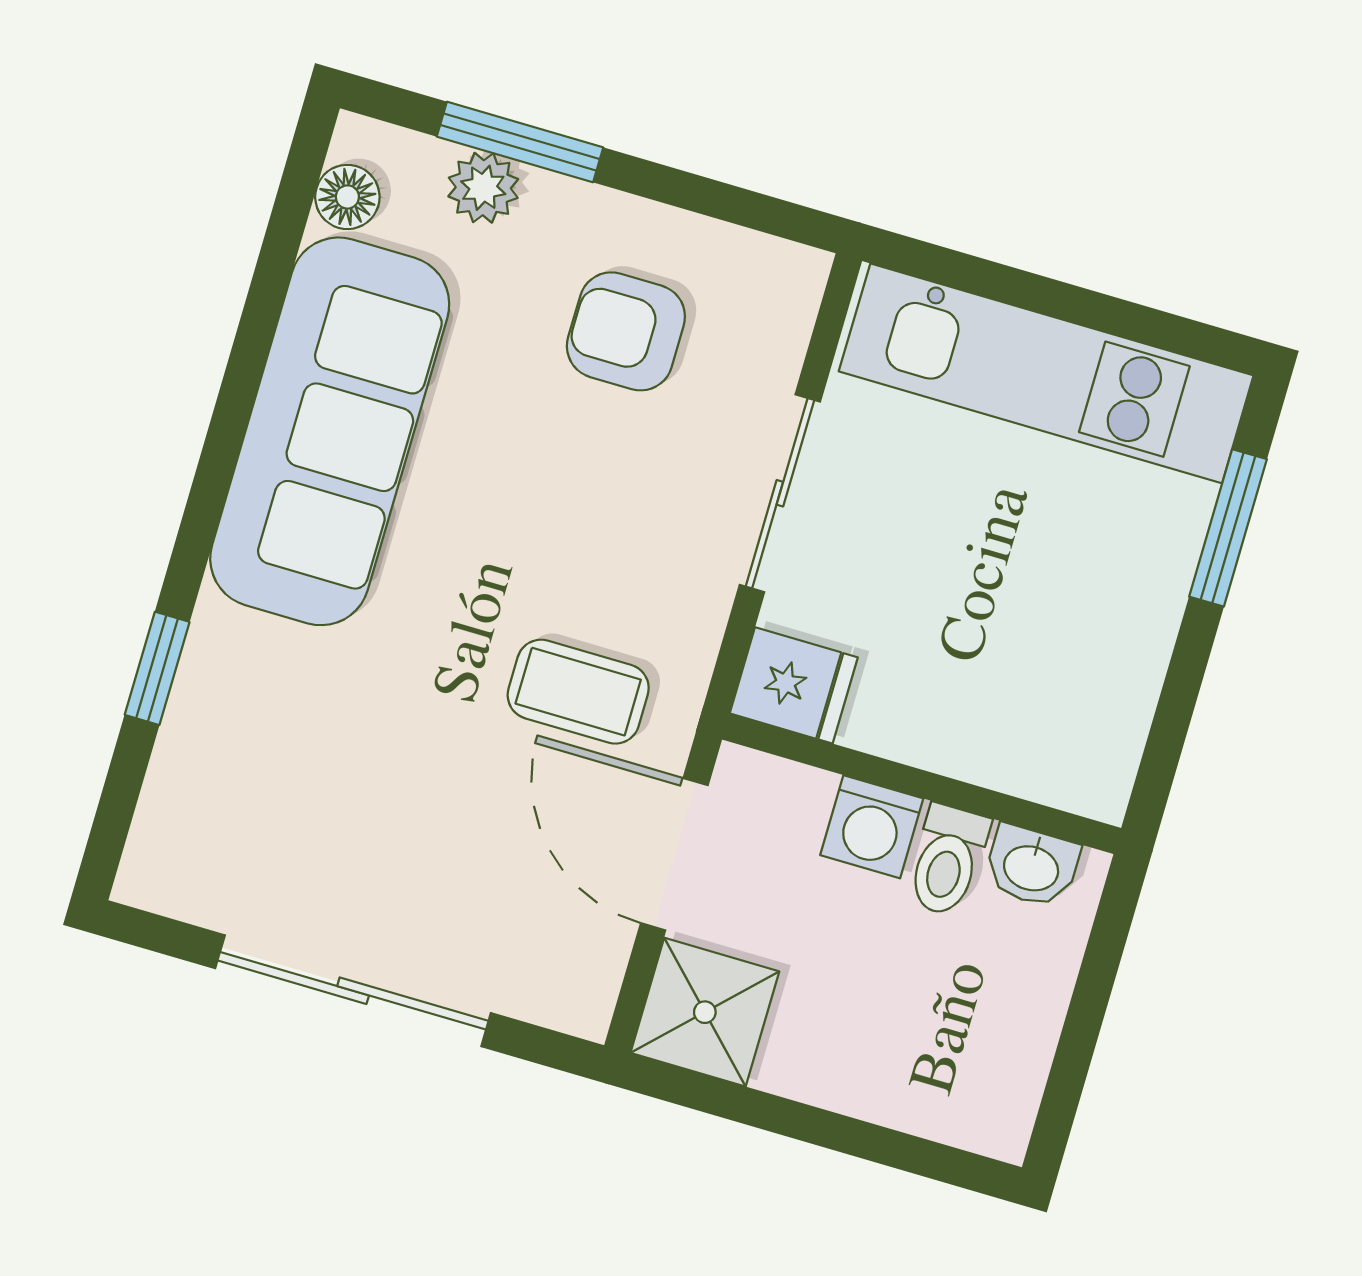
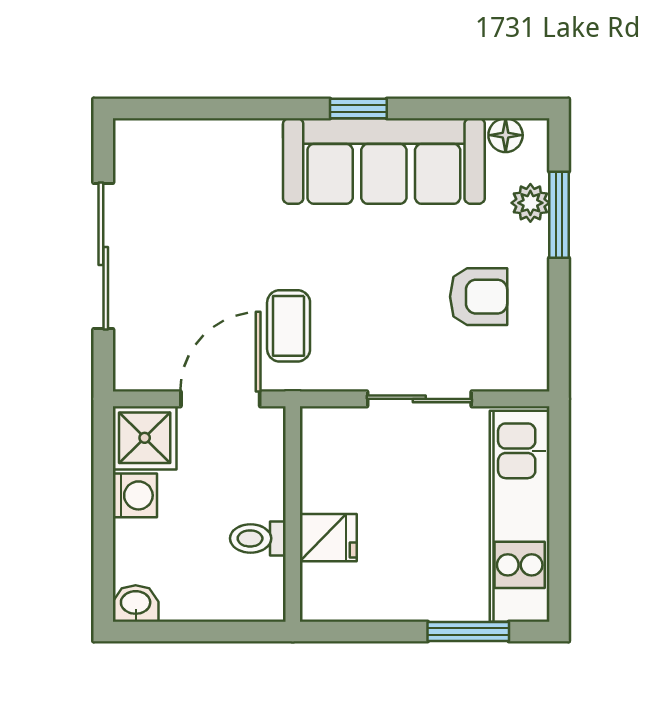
armchair: (626, 331) -> (479, 297), turned 90
window: (157, 668) -> (358, 109), moved
fridge: (794, 685) -> (328, 538), moved, turned -90
washing machine: (872, 827) -> (135, 495), moved, turned 180
washbasin: (1032, 866) -> (136, 604), moved, turned 90

